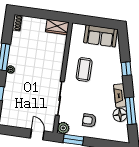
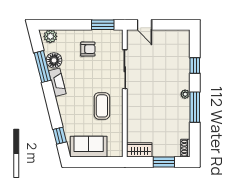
window: (37, 13) -> (164, 162), added
window: (126, 69) -> (60, 136), moved
plant: (63, 128) -> (50, 36), moved

